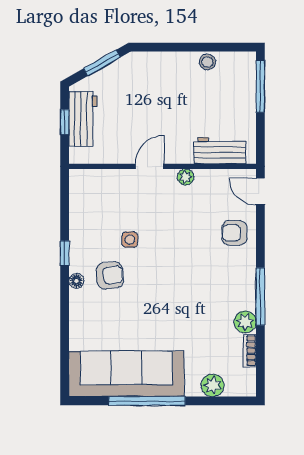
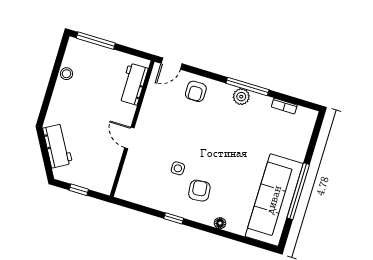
window: (102, 63) -> (44, 150), removed
workbench: (83, 119) -> (57, 146), moved, turned 60
plant: (186, 177) -> (145, 114), removed
floor lamp: (76, 281) -> (220, 223), moved
plant: (245, 322) -> (241, 97), moved
plant: (213, 385) -> (301, 140), removed

